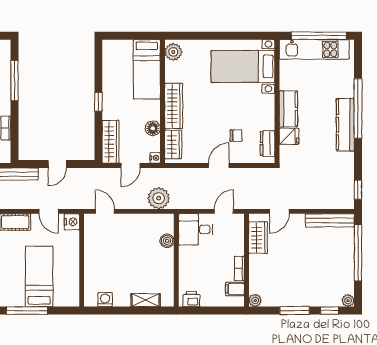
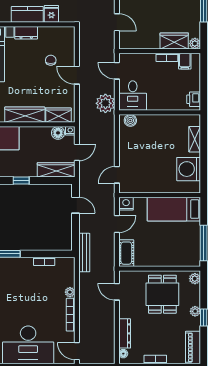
floor lamp: (153, 128) -> (58, 133), moved
dresser: (267, 143) -> (26, 33), moved
door: (57, 164) -> (76, 205), moved
door: (131, 166) -> (77, 152), hinge flipped
plant: (159, 198) -> (105, 103), moved
wardrobe: (258, 238) -> (174, 41), moved
boiler: (167, 241) -> (130, 120), moved
bed: (39, 276) -> (174, 209), moved
washing machine: (105, 300) -> (189, 169), width x1.89, depth x1.89

